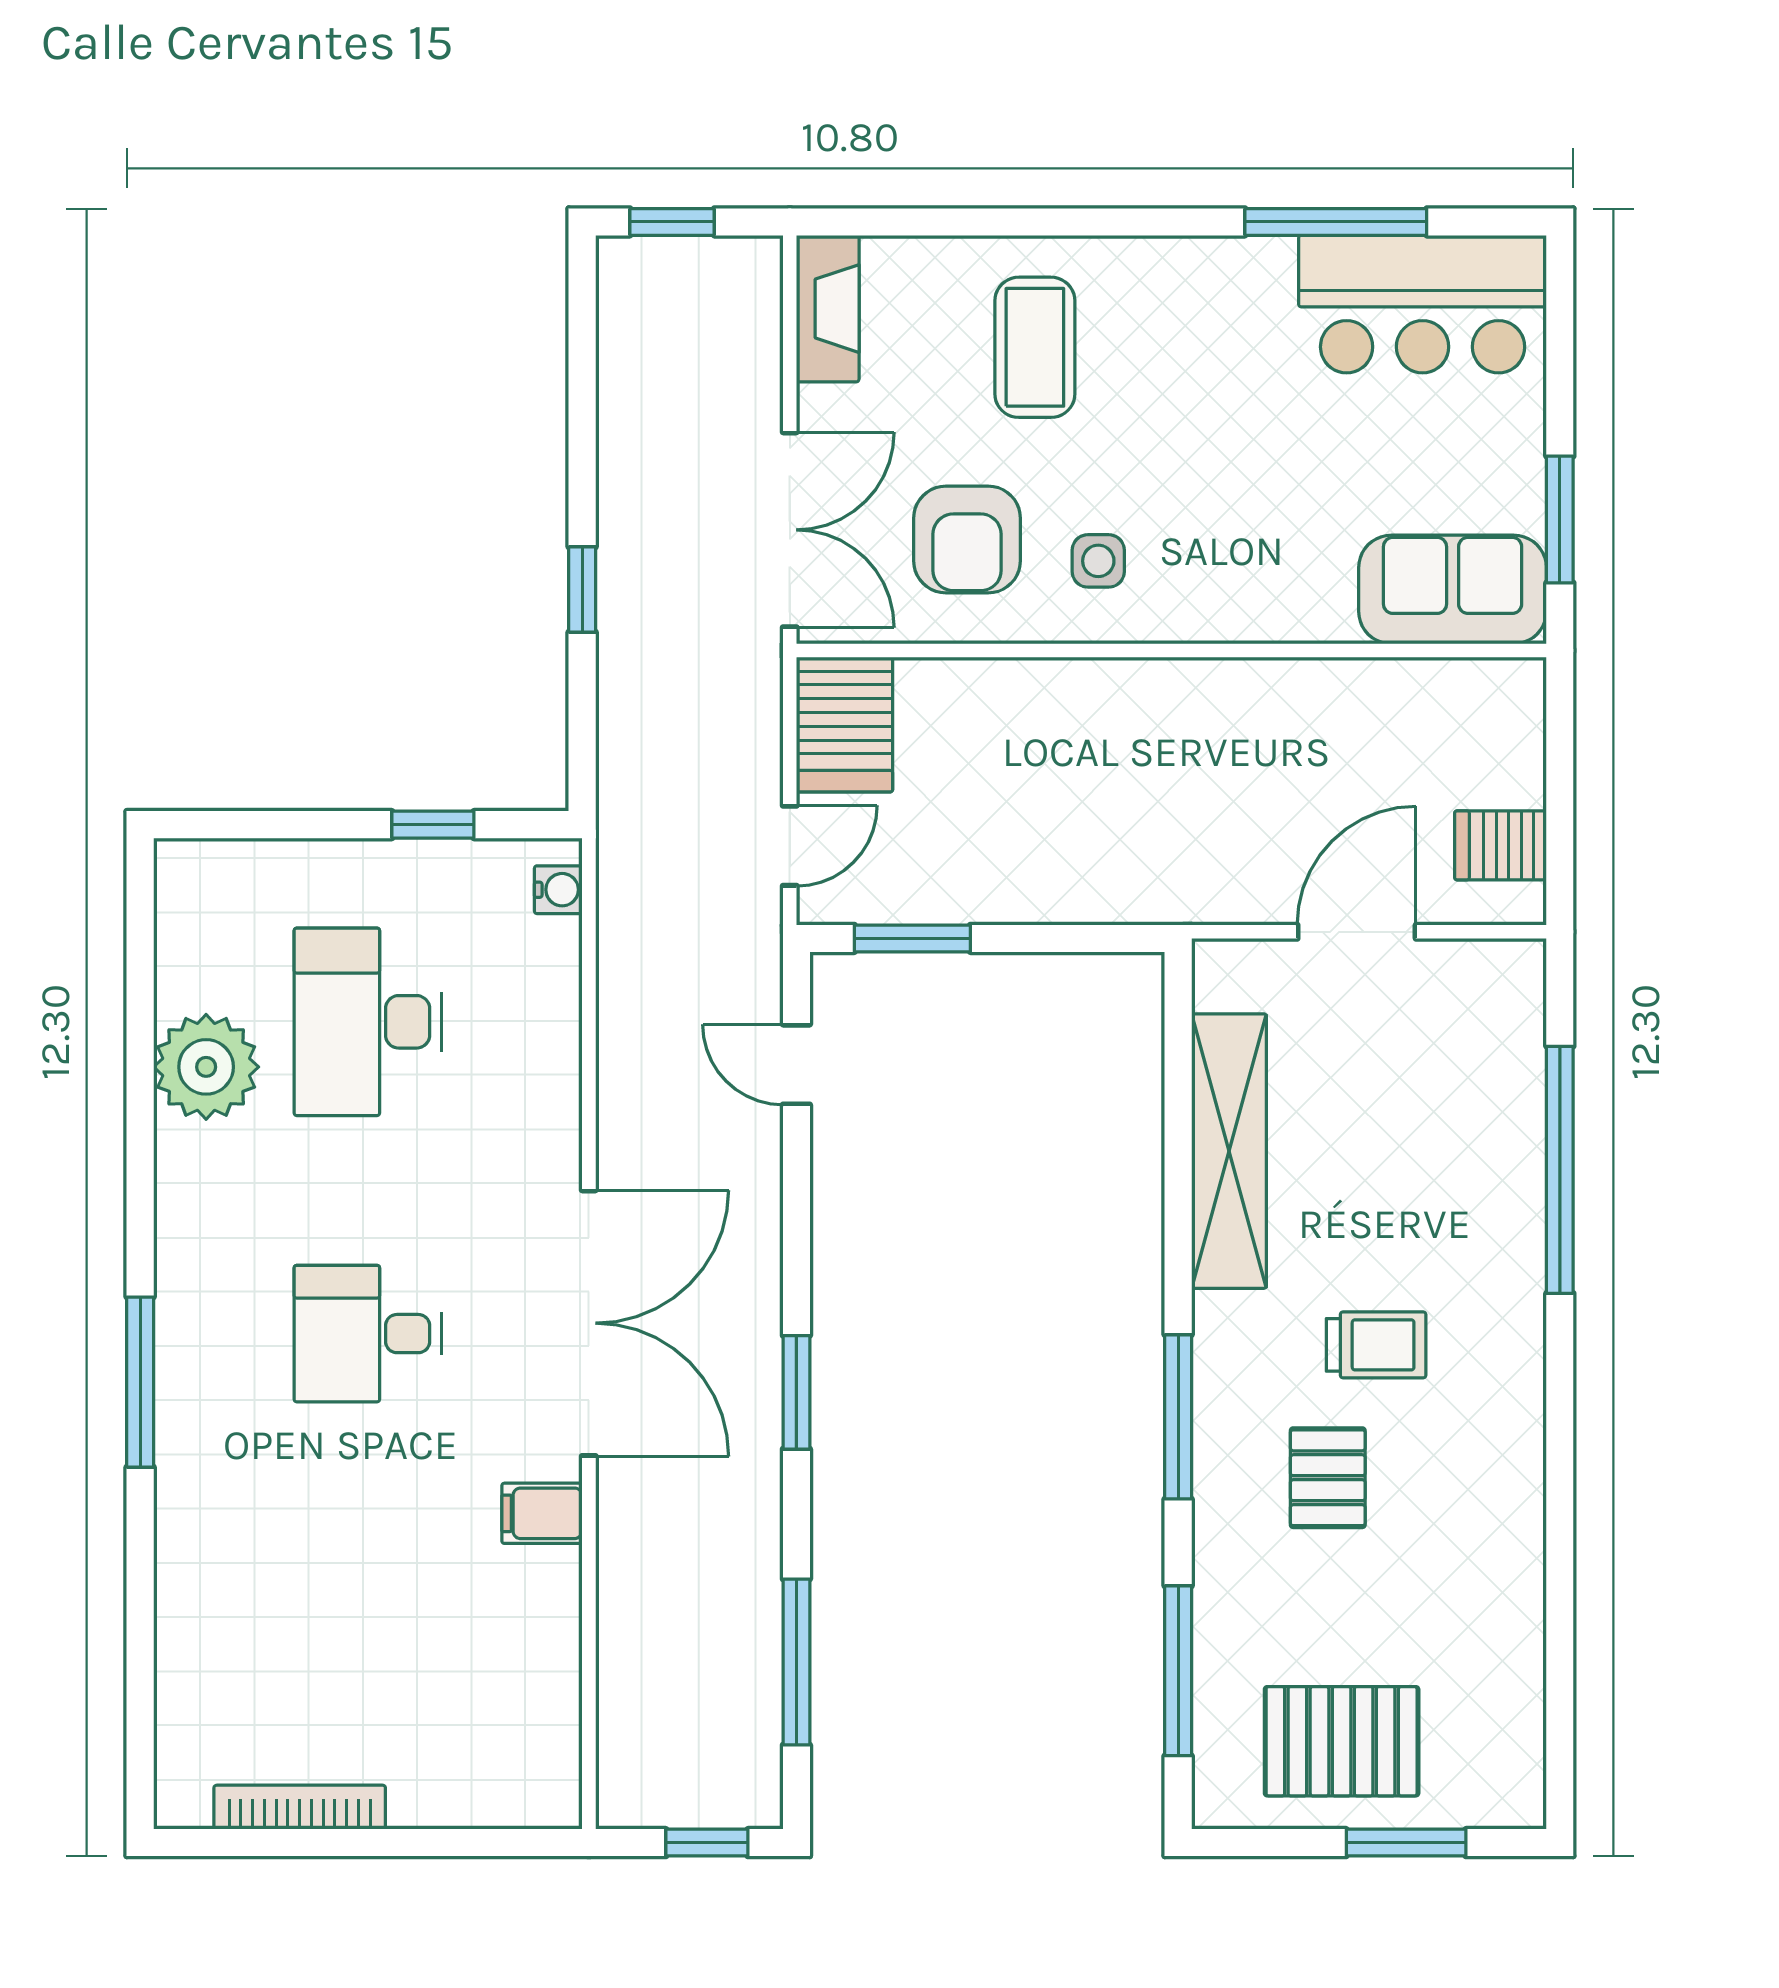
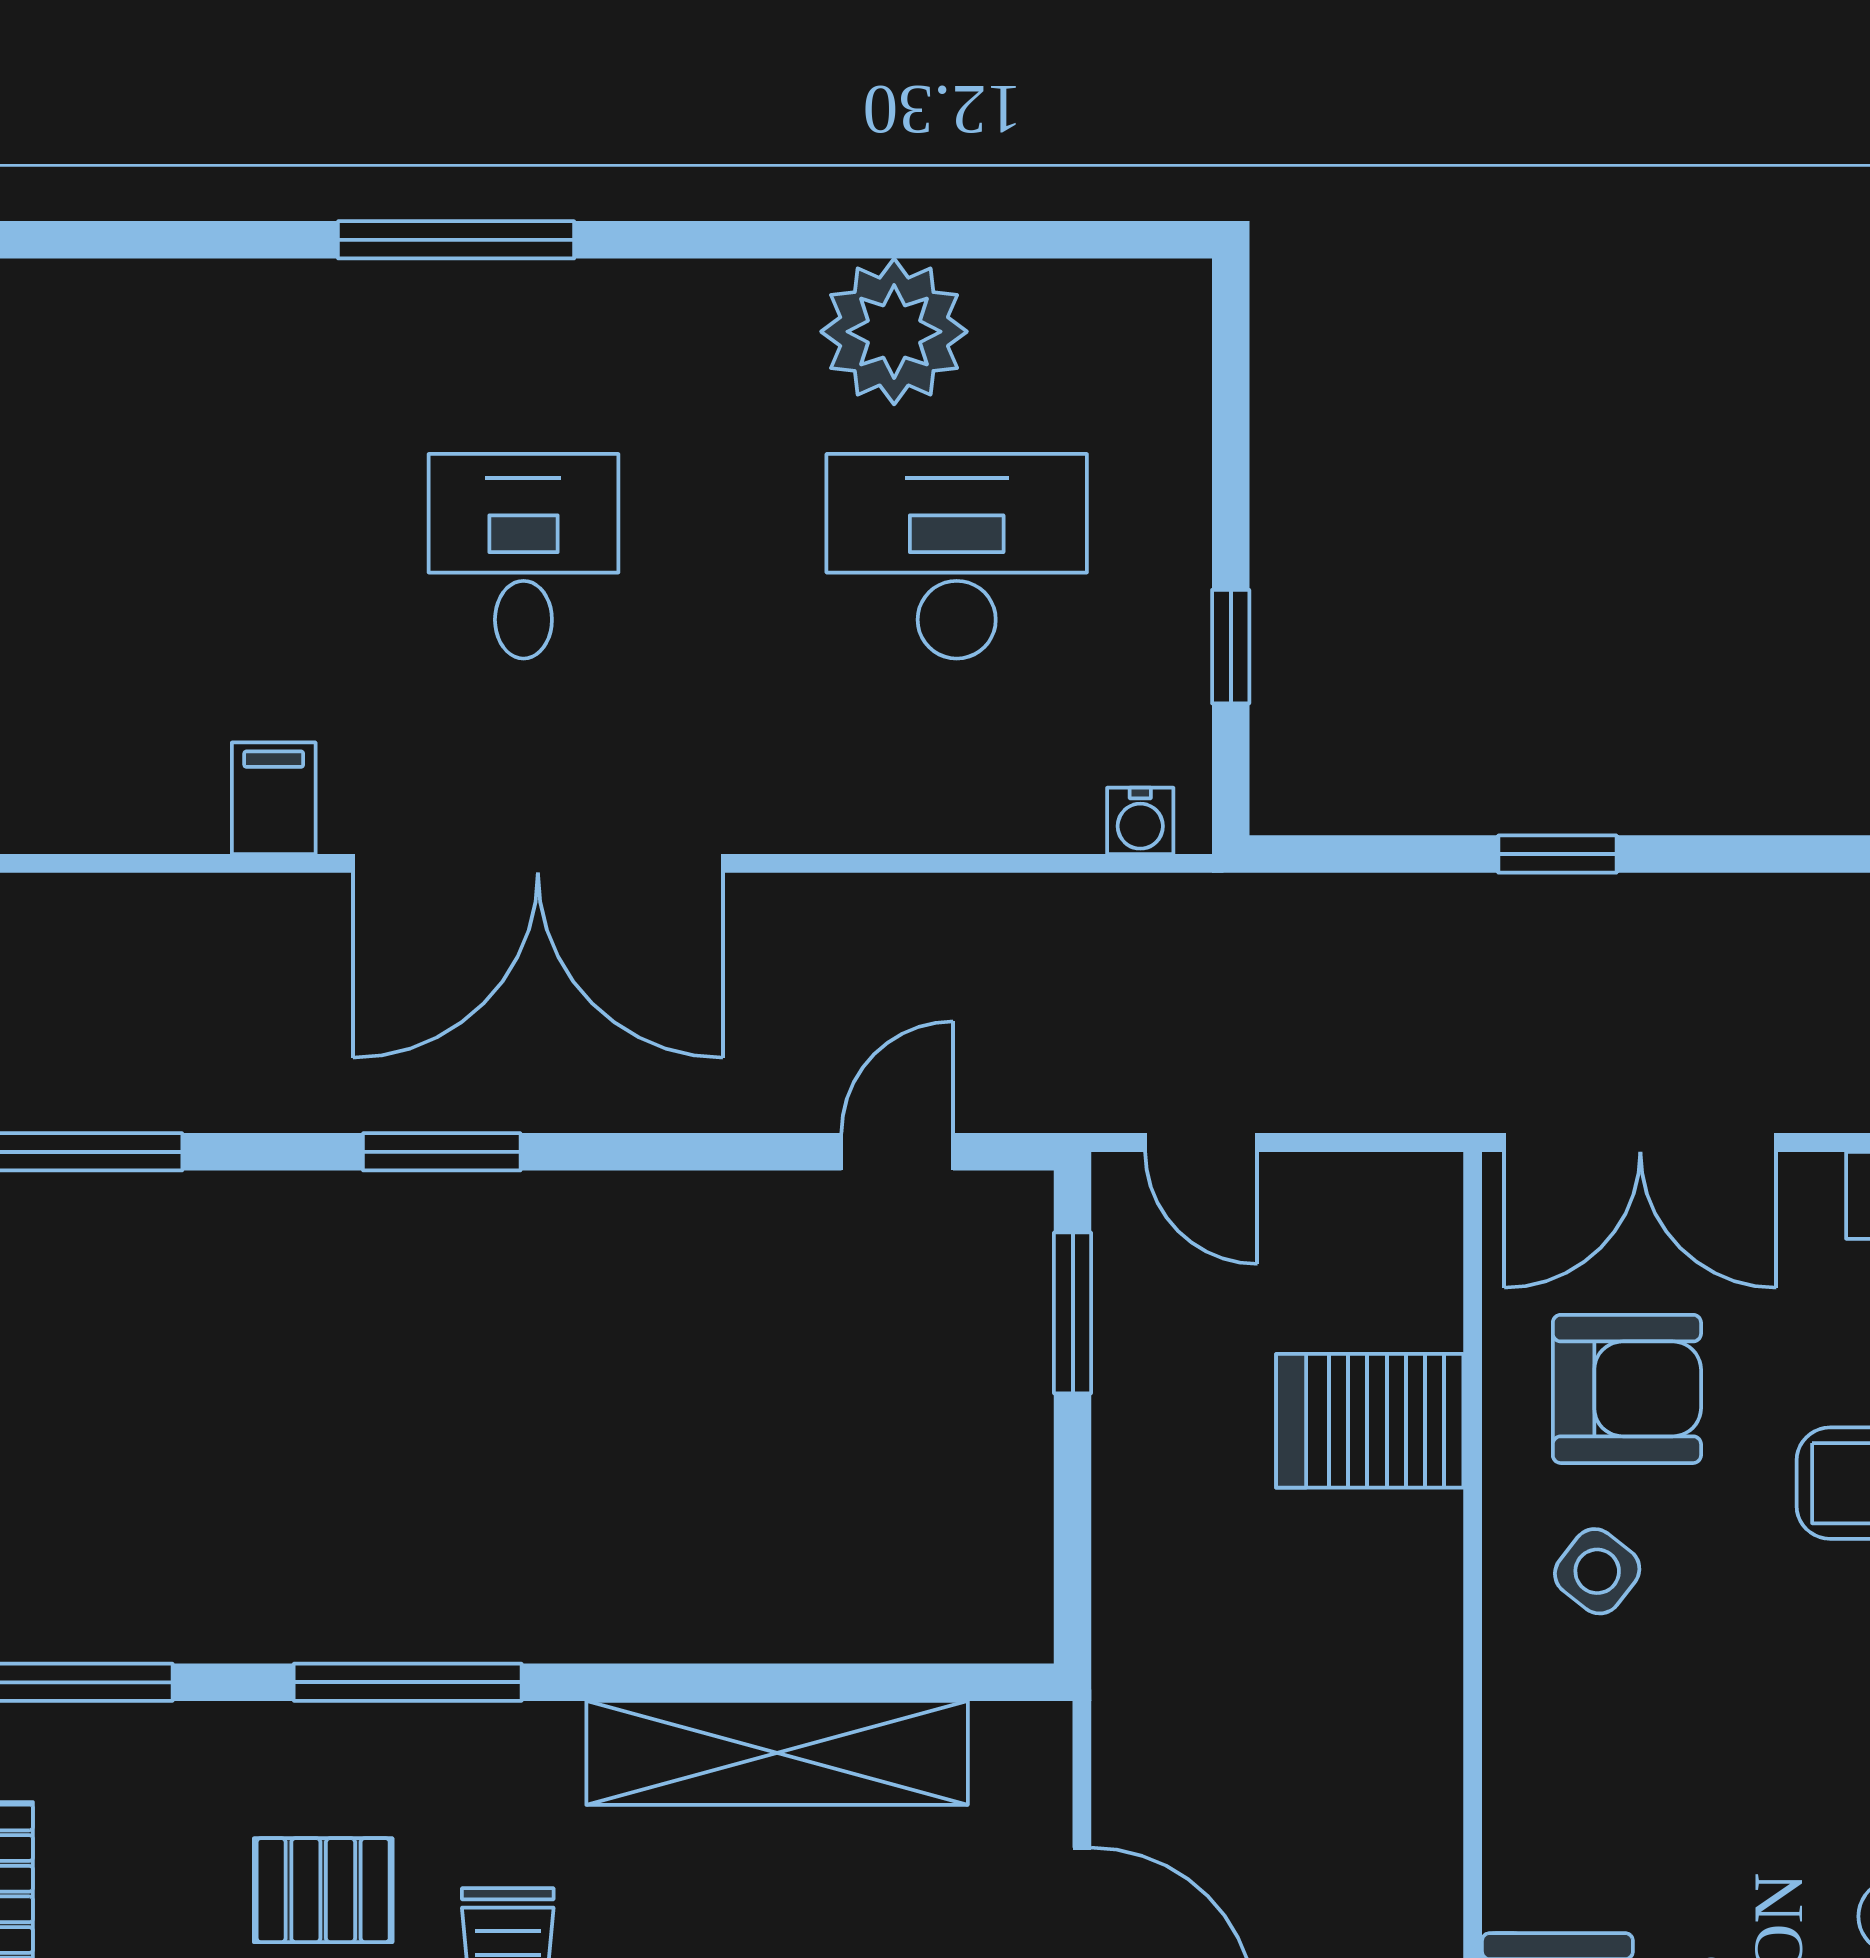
armchair: (967, 539) -> (1627, 1389), turned 180
side table: (1098, 561) -> (1597, 1571), turned 38
server rack: (845, 725) -> (1370, 1421), moved

